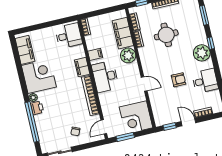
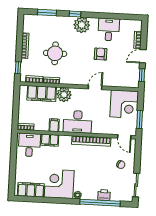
filing cabinet: (82, 67) -> (50, 140), moved
printer: (37, 108) -> (104, 195), moved

